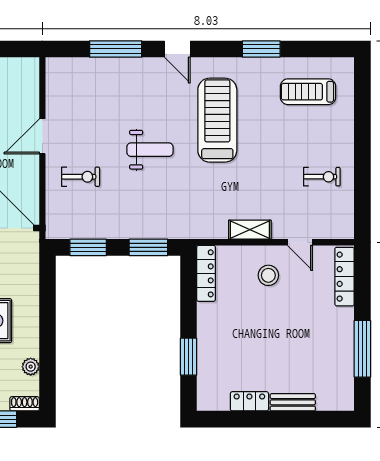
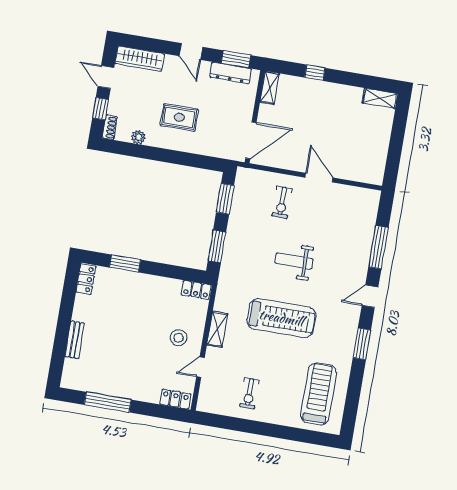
window: (261, 49) -> (362, 344), moved
treadmill: (308, 92) -> (318, 394), width x1.37, depth x1.38
treadmill: (217, 120) -> (281, 318), moved
weight bench: (150, 150) -> (294, 261), turned 90
locker: (206, 273) -> (196, 290), width x0.66
locker: (345, 277) -> (175, 399), width x0.66
locker: (249, 401) -> (86, 279), moved

